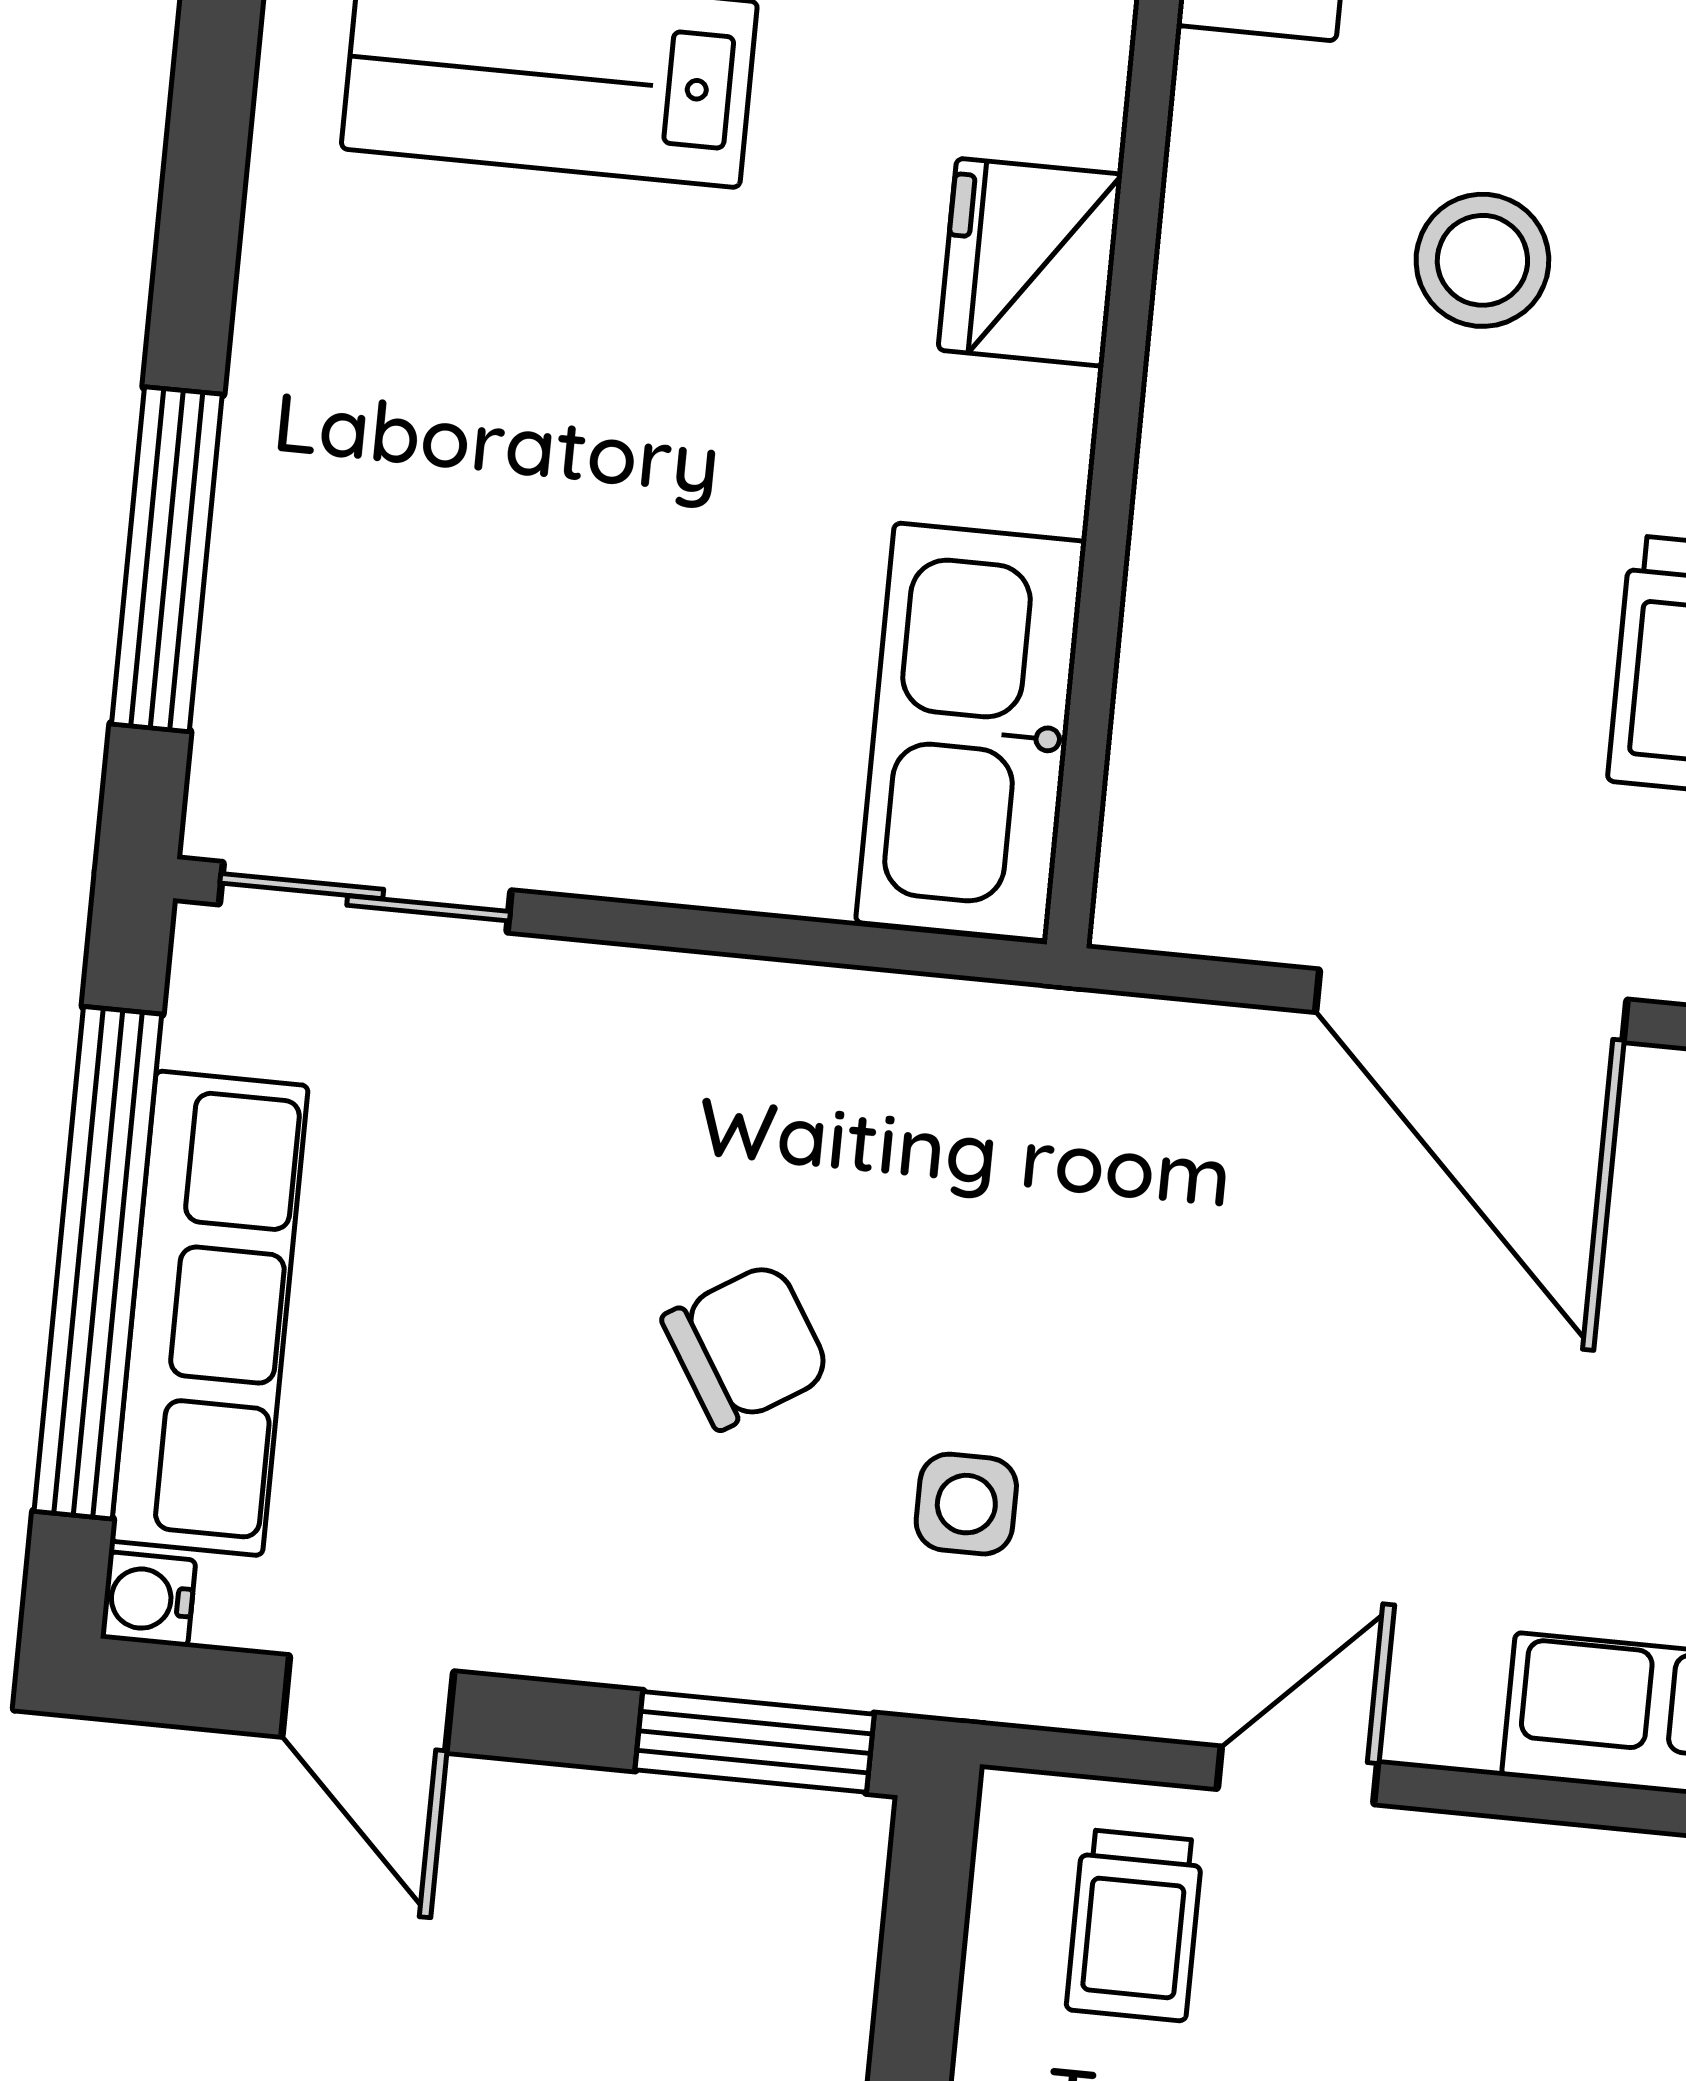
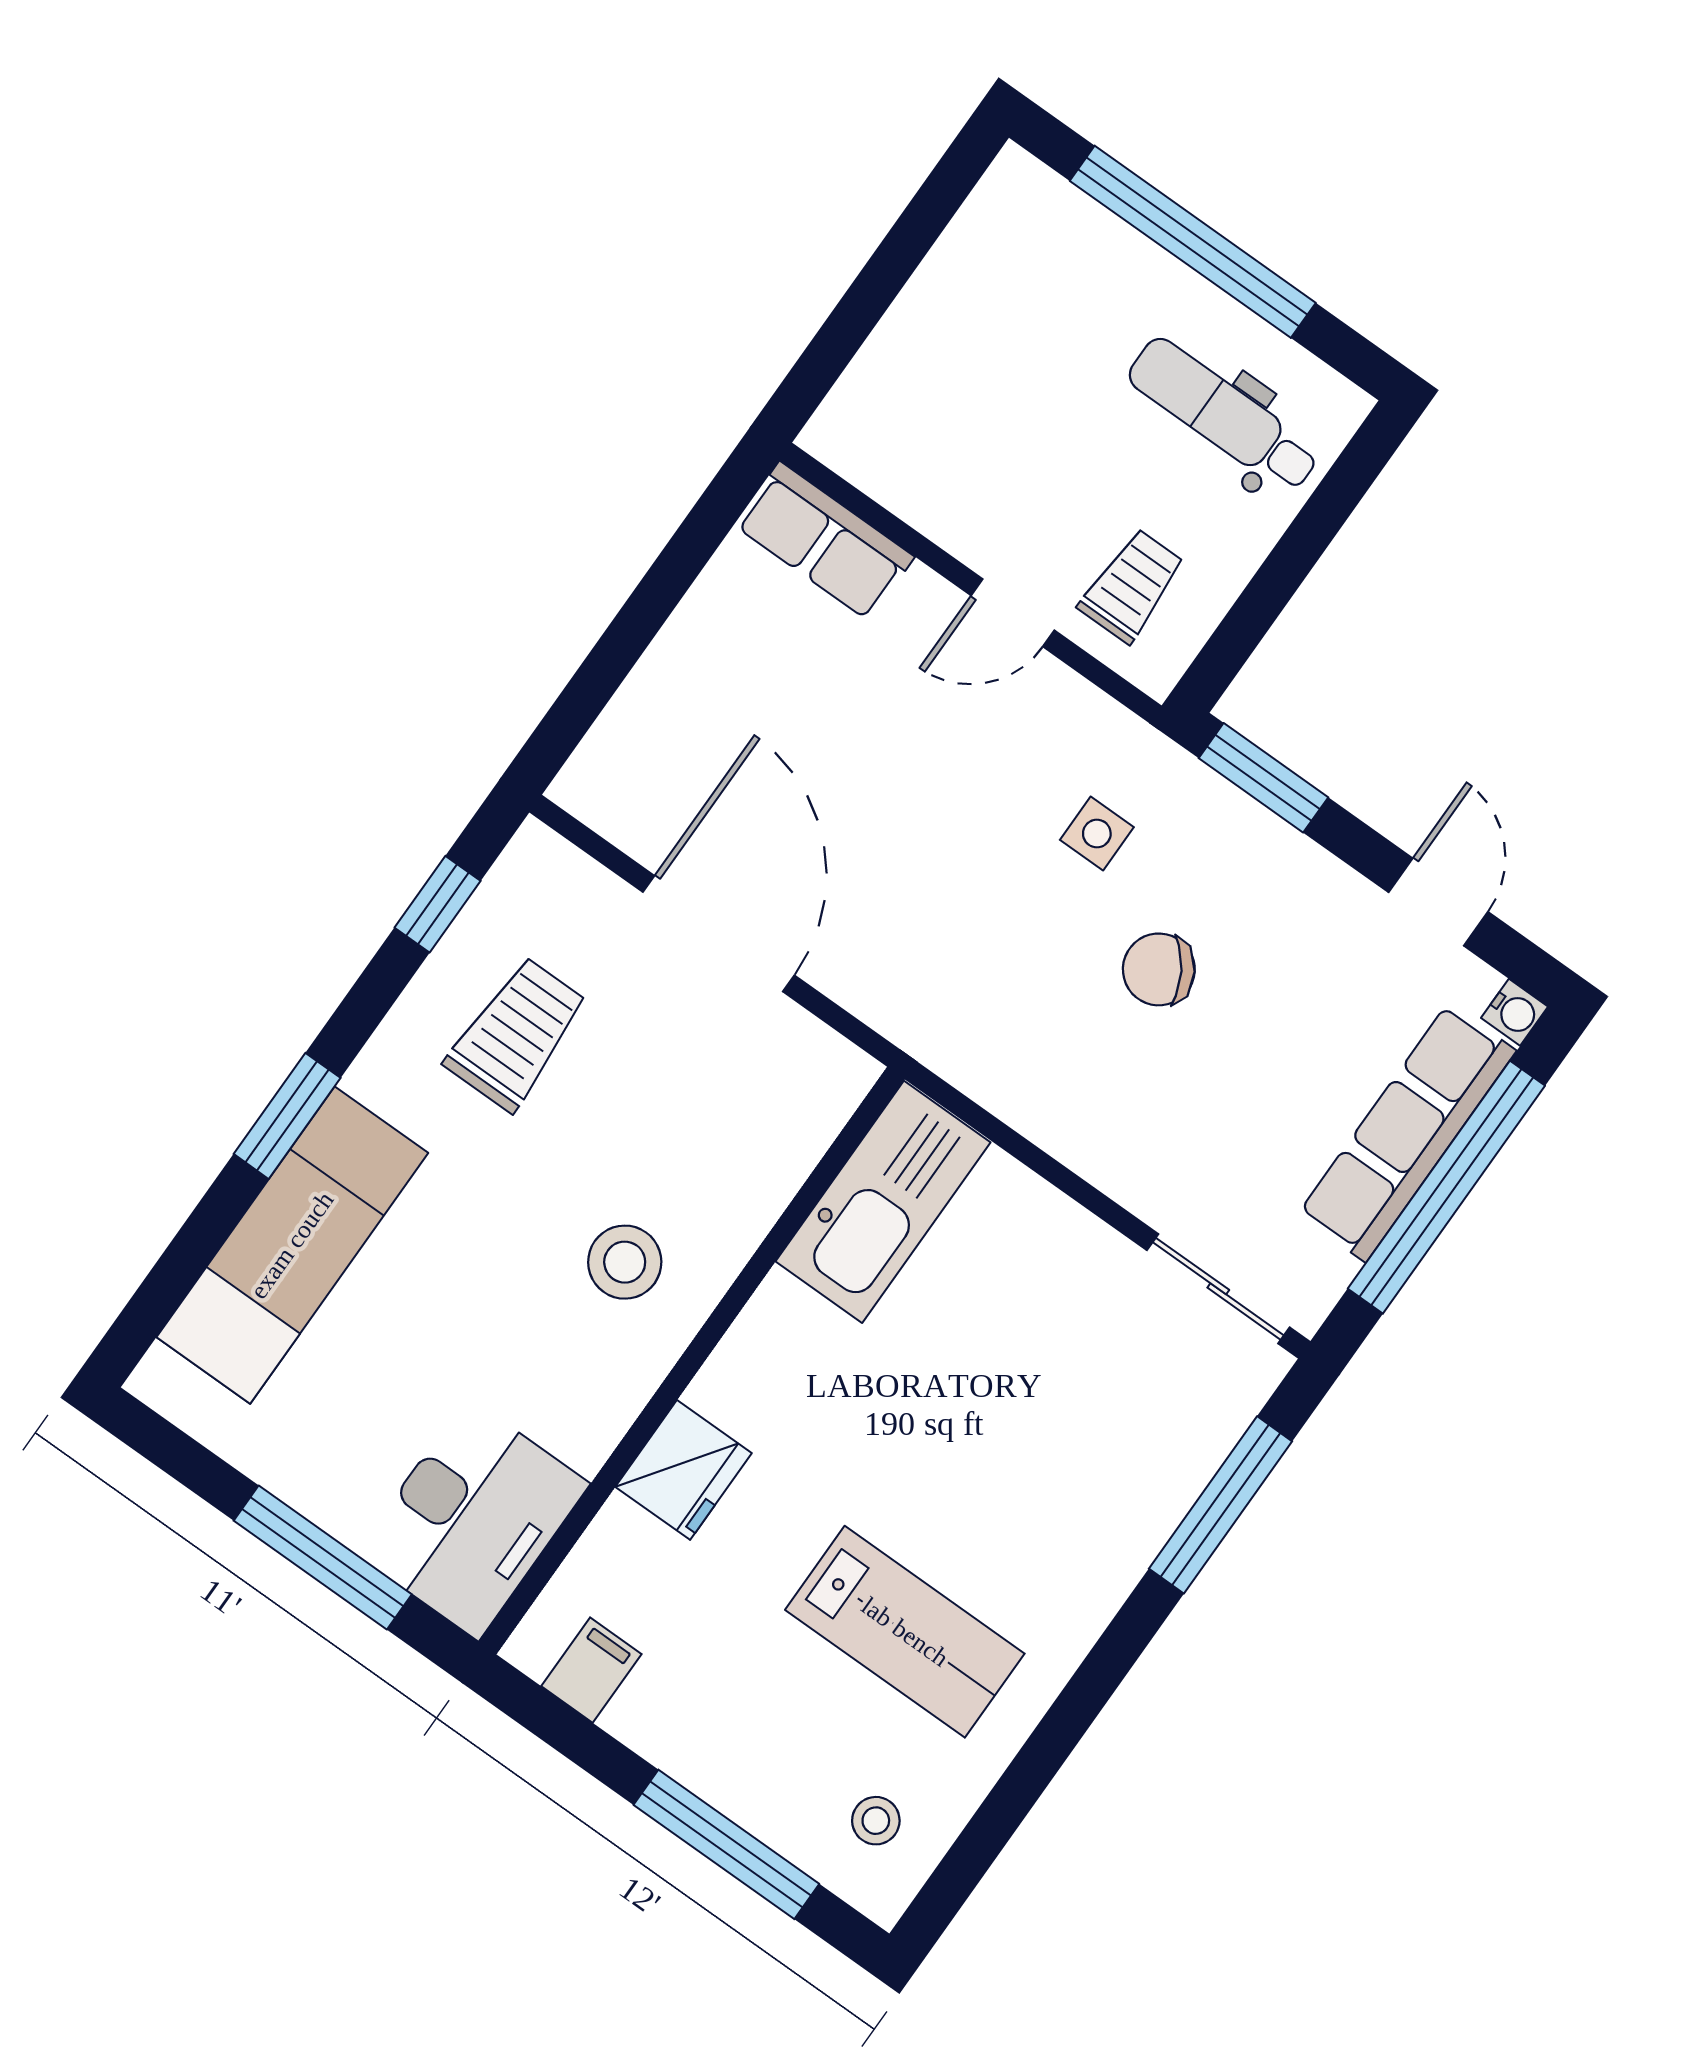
stool: (1482, 260) -> (625, 1262), moved
fridge: (1030, 262) -> (684, 1470), moved

